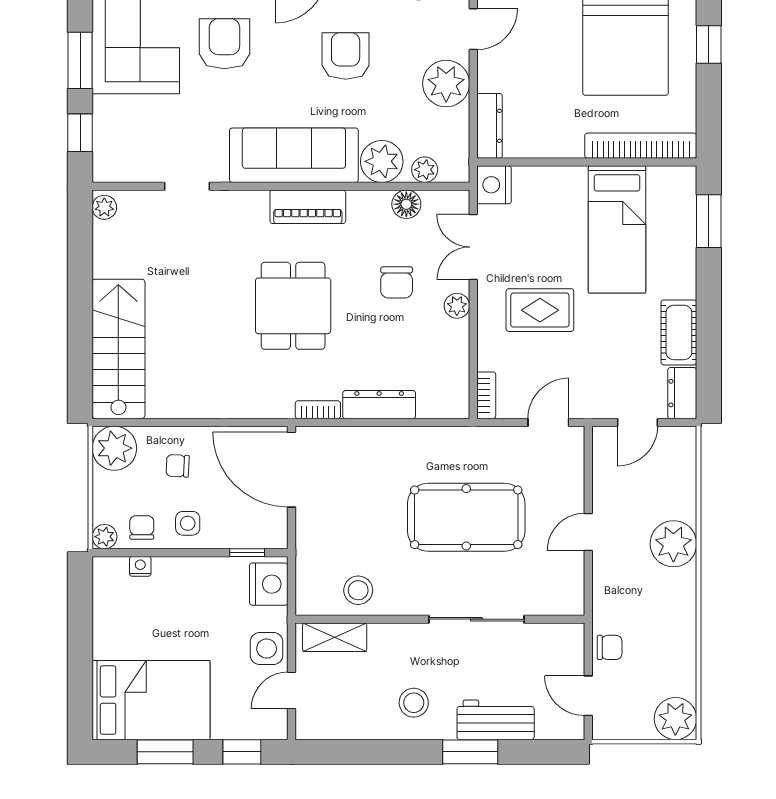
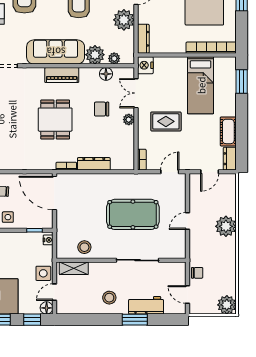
chair: (397, 282) -> (102, 109), turned 90
nightstand: (269, 584) -> (48, 240), width x0.53, depth x0.56
floor lamp: (274, 726) -> (47, 308), added

